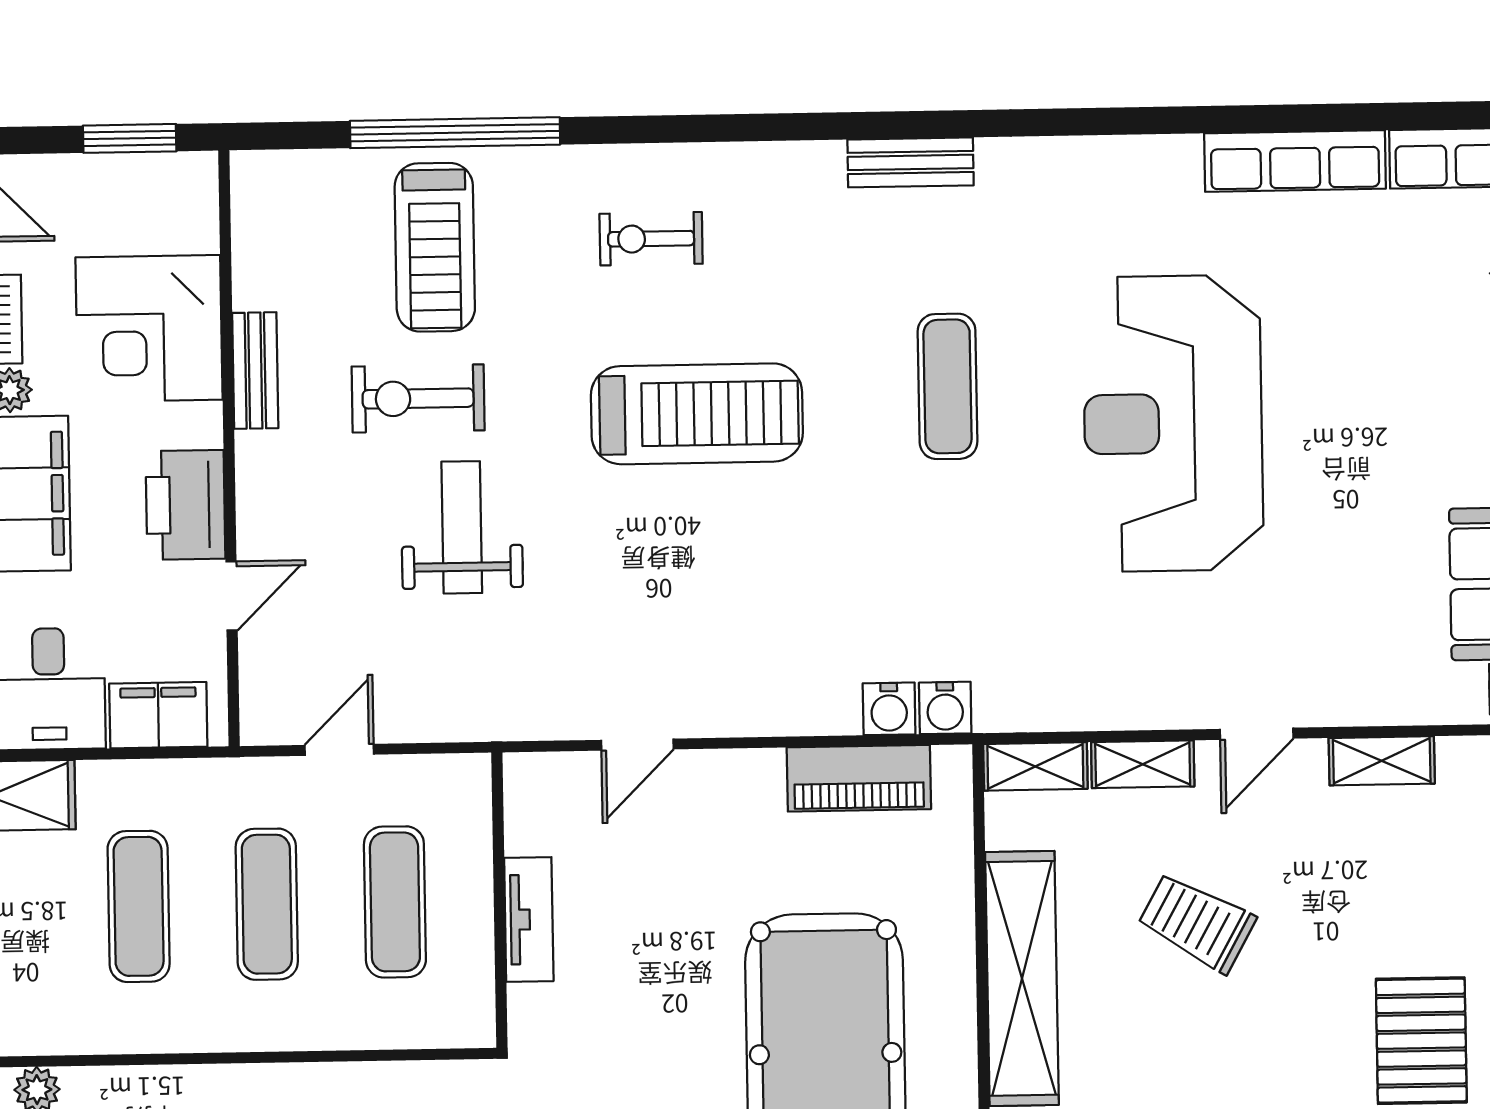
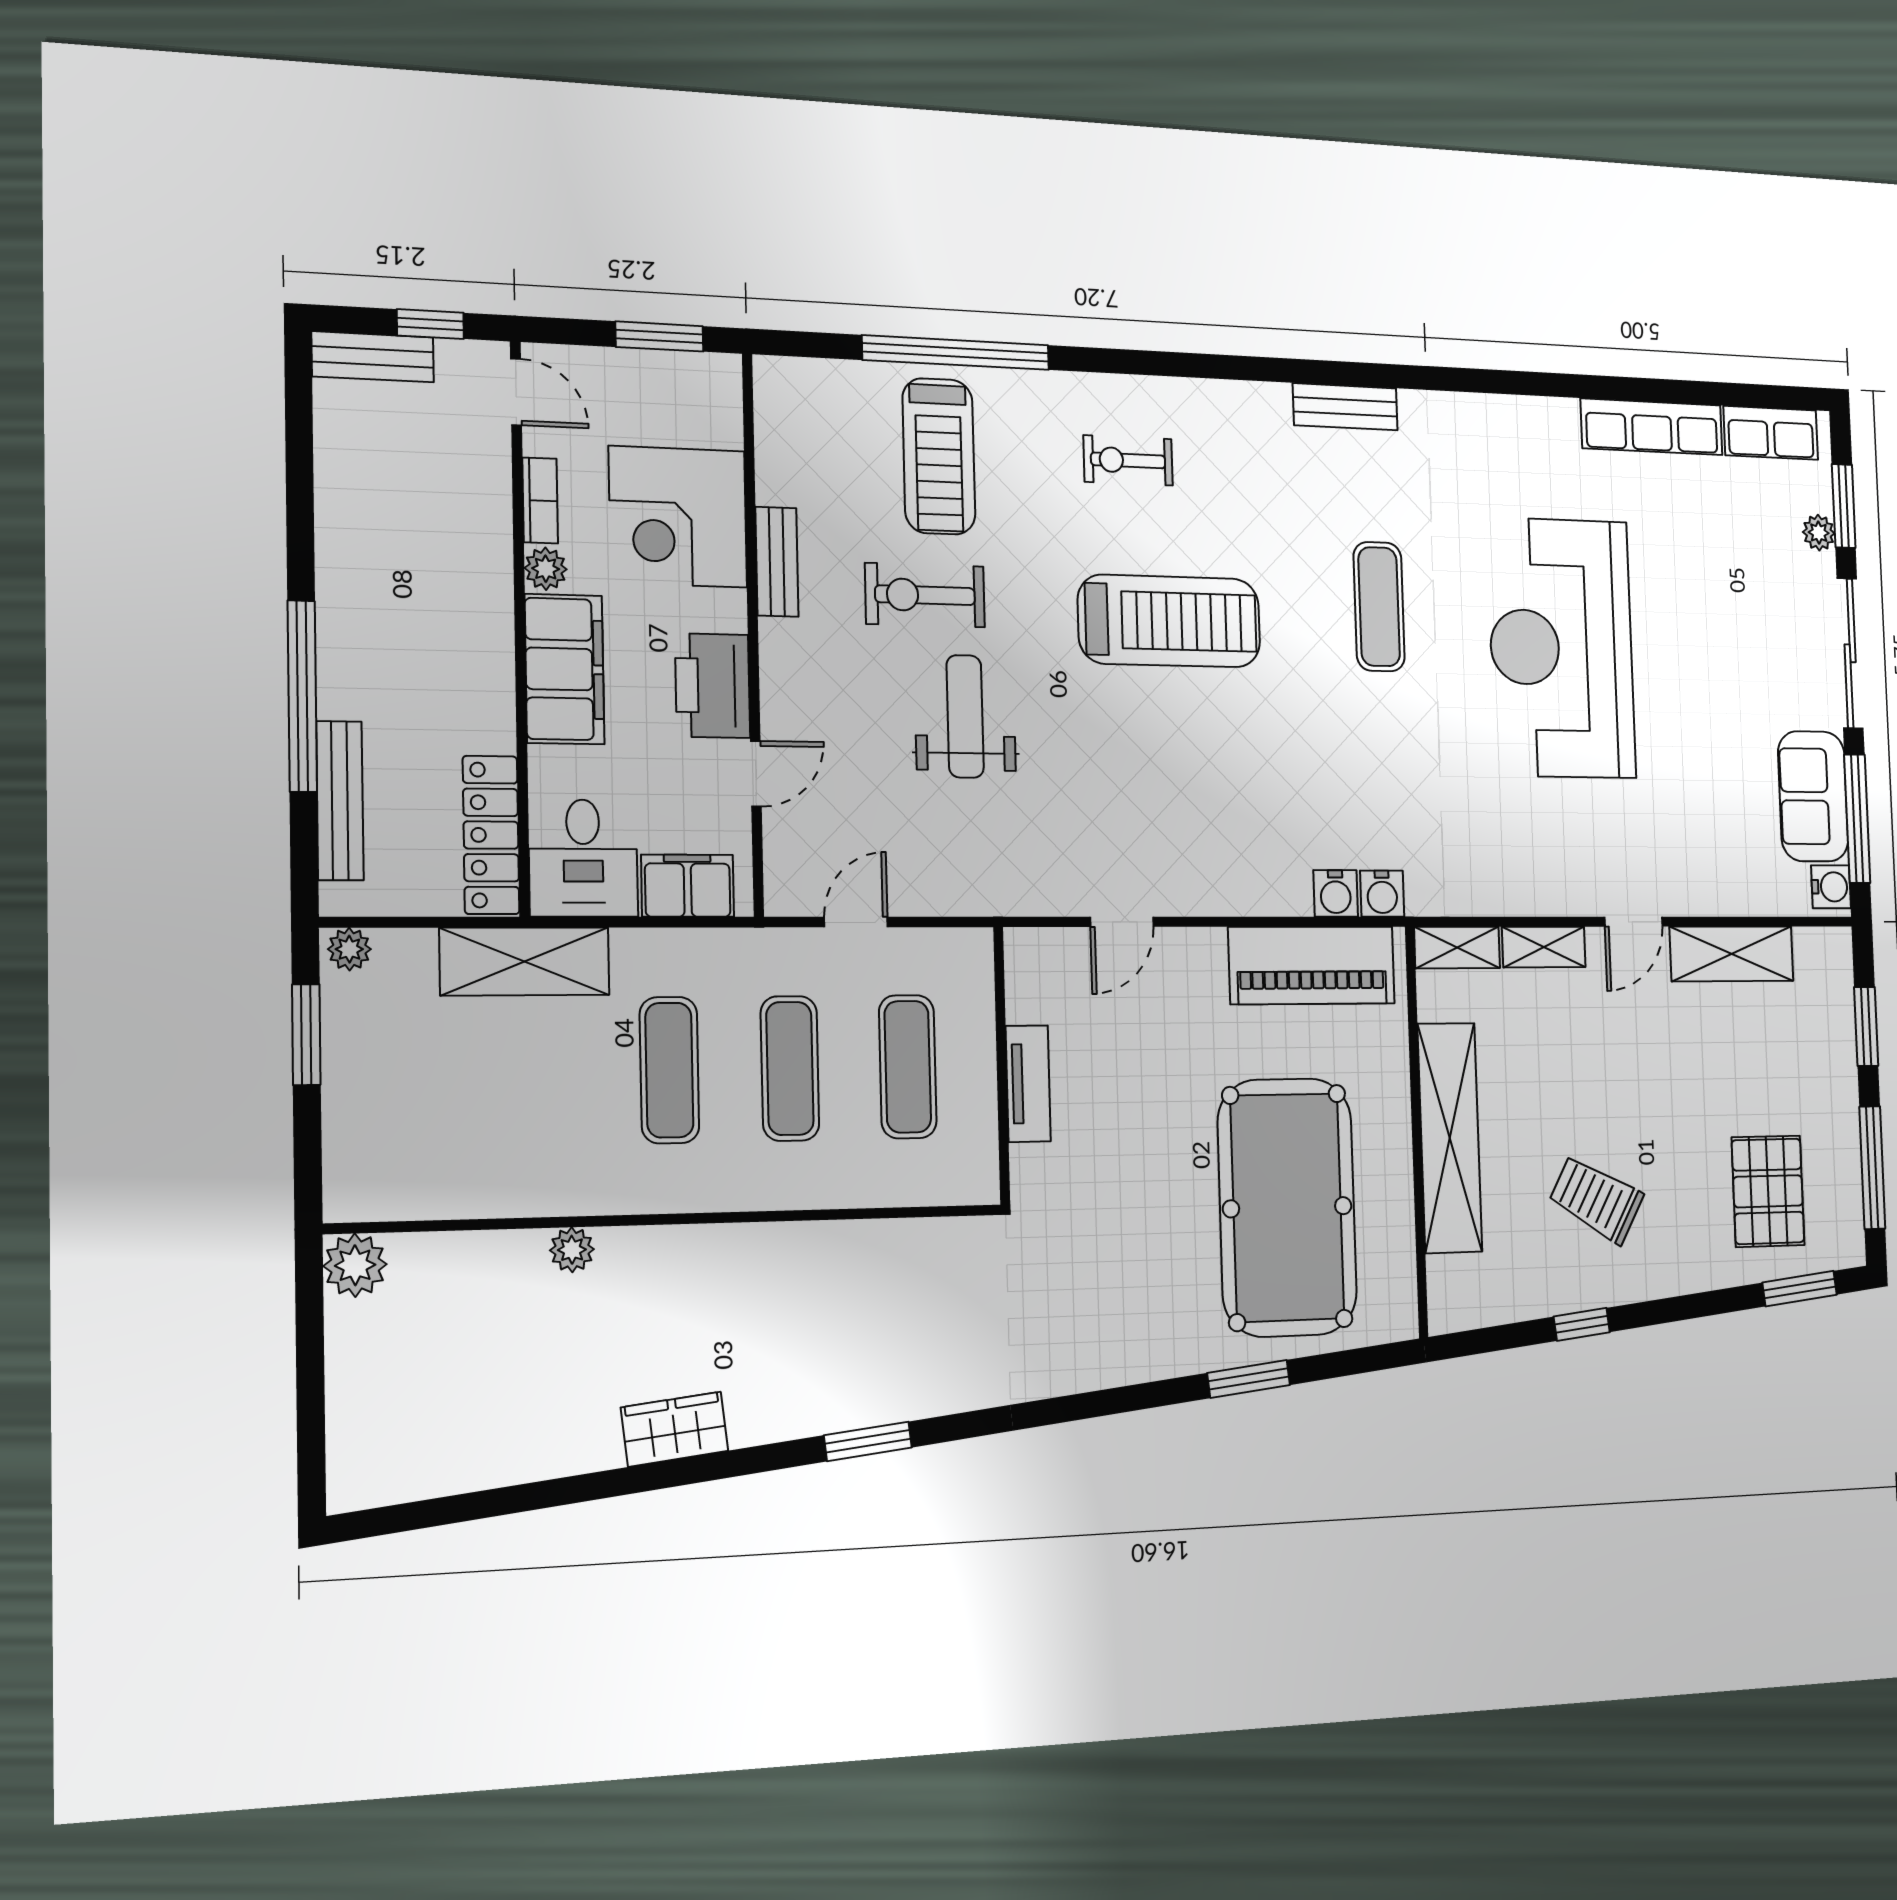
shelving: (1382, 761) -> (1732, 954), width x1.50, depth x1.33
piano: (859, 778) -> (1312, 965), width x1.37, depth x1.33
trolley: (1197, 922) -> (1596, 1199), moved

